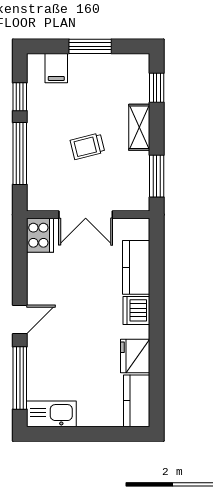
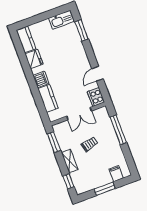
window: (20, 97) -> (128, 155), removed
double door: (86, 215) -> (79, 114), swing flipped
door: (20, 319) -> (98, 74), moved
window: (20, 378) -> (81, 30), width x0.69

